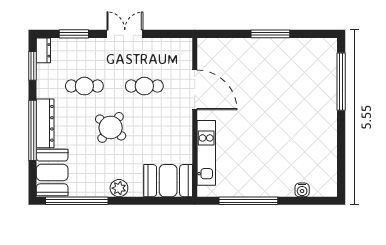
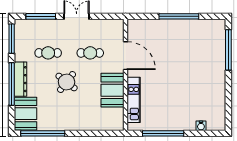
window: (74, 34) -> (41, 16), width x1.44
window: (270, 34) -> (179, 16), width x1.46
dresser: (43, 50) -> (19, 28), removed
window: (32, 66) -> (12, 39), width x1.44
booth: (168, 181) -> (112, 90), moved, turned 90
plant: (119, 188) -> (72, 125), removed

